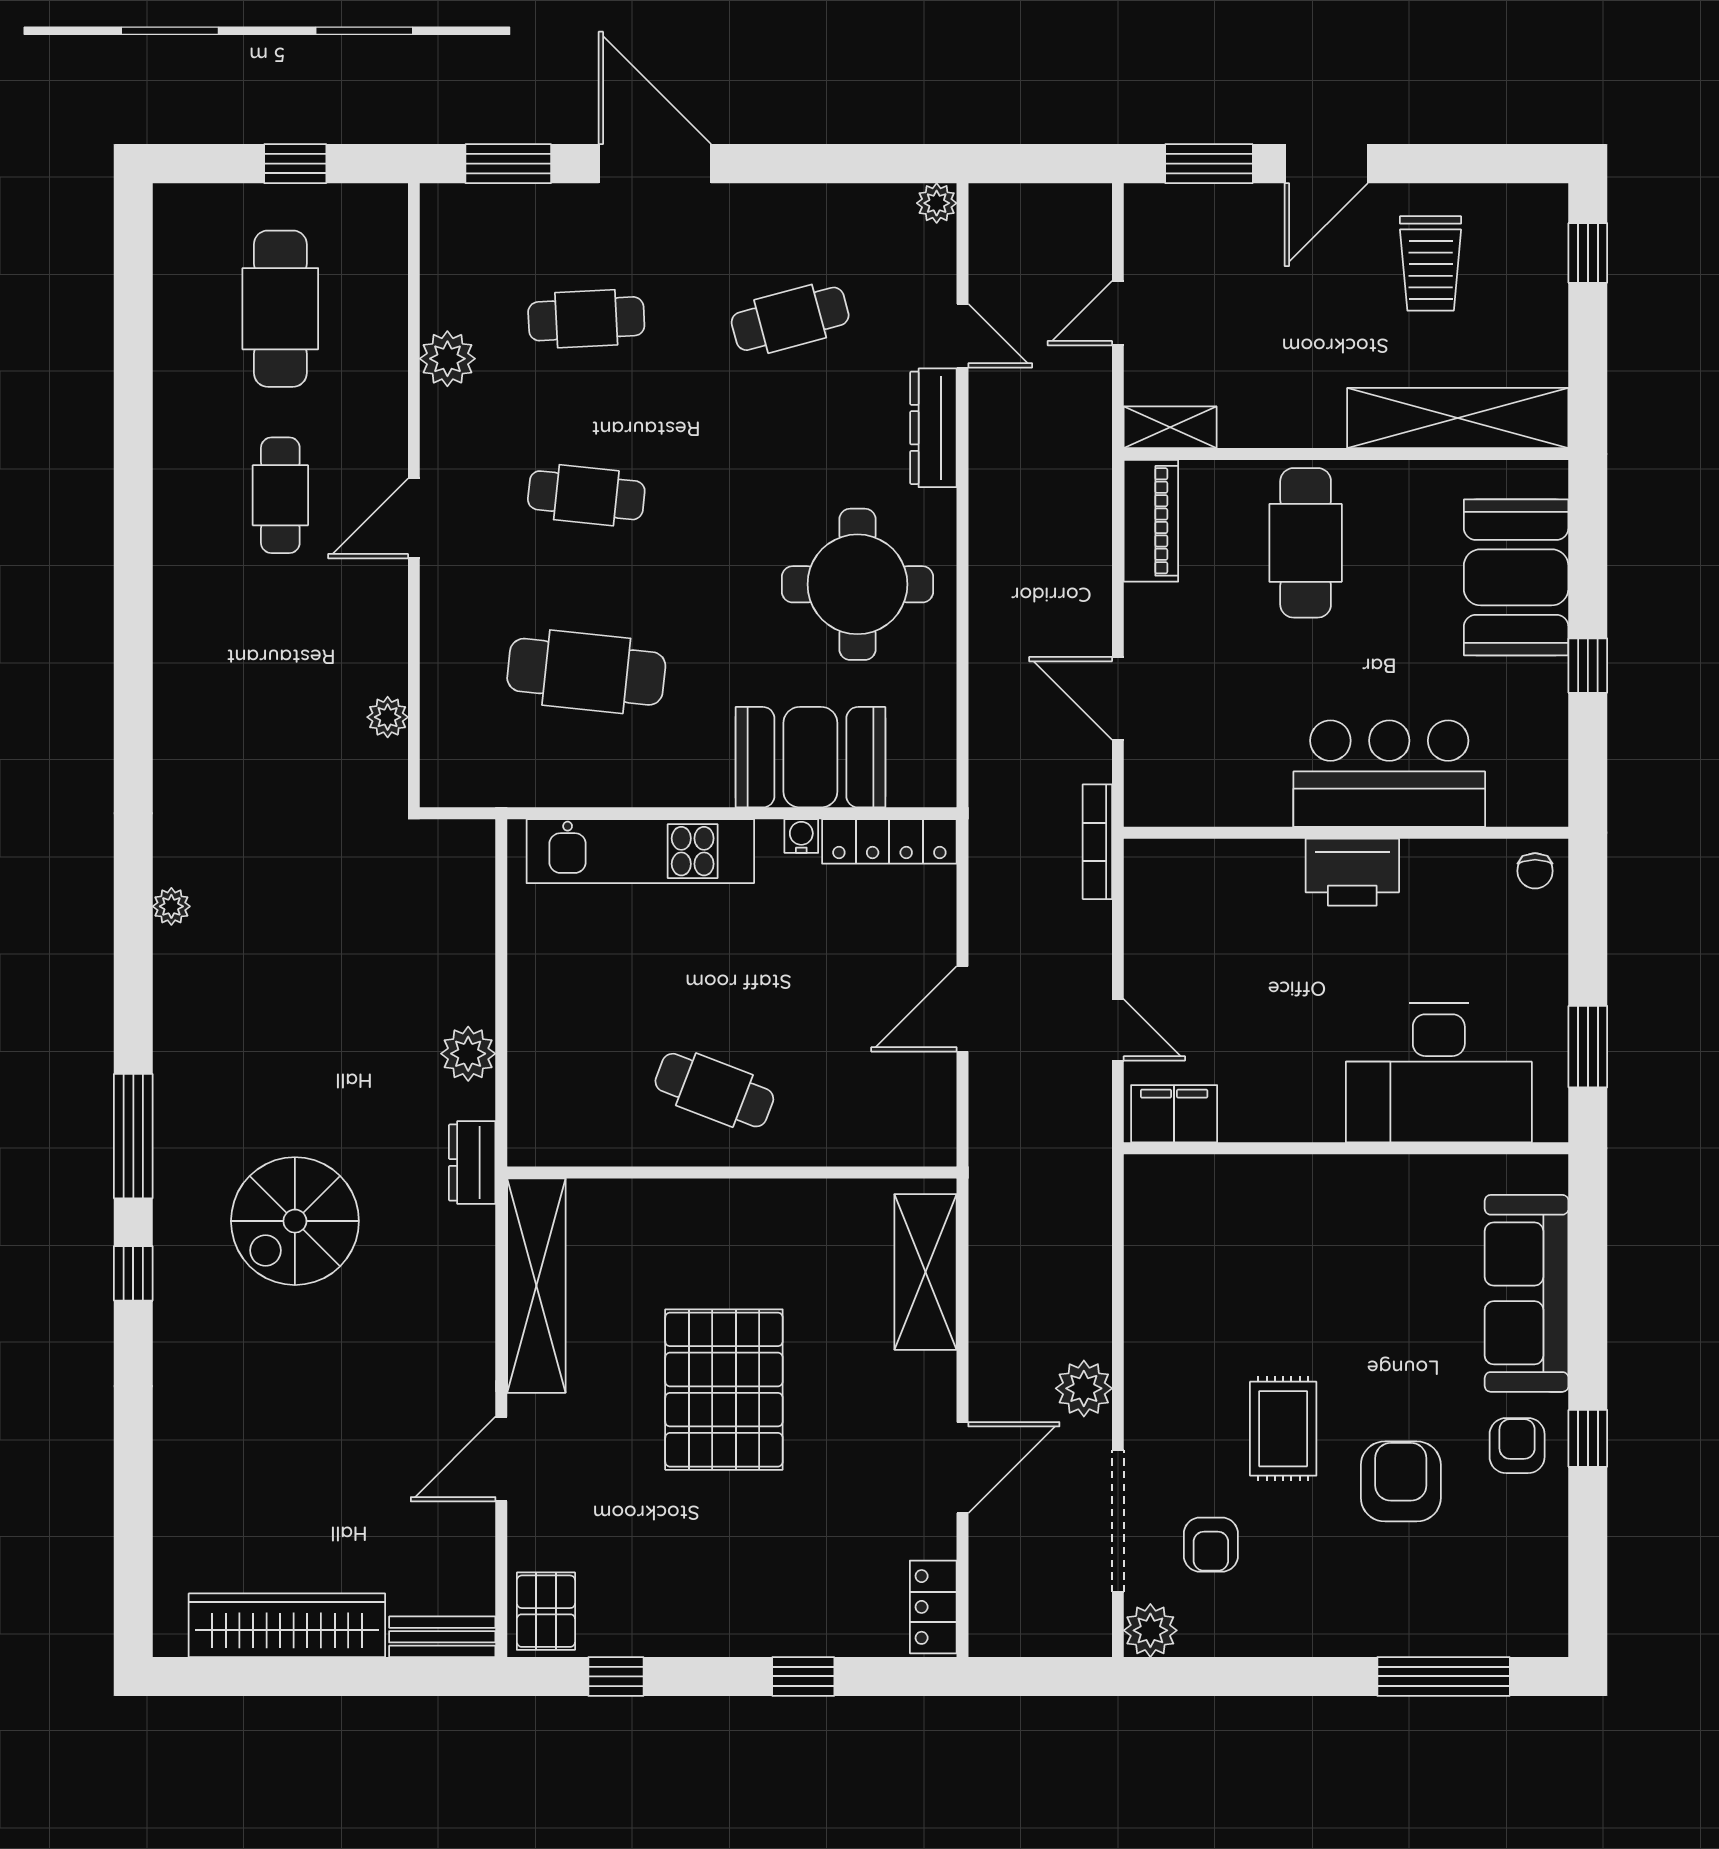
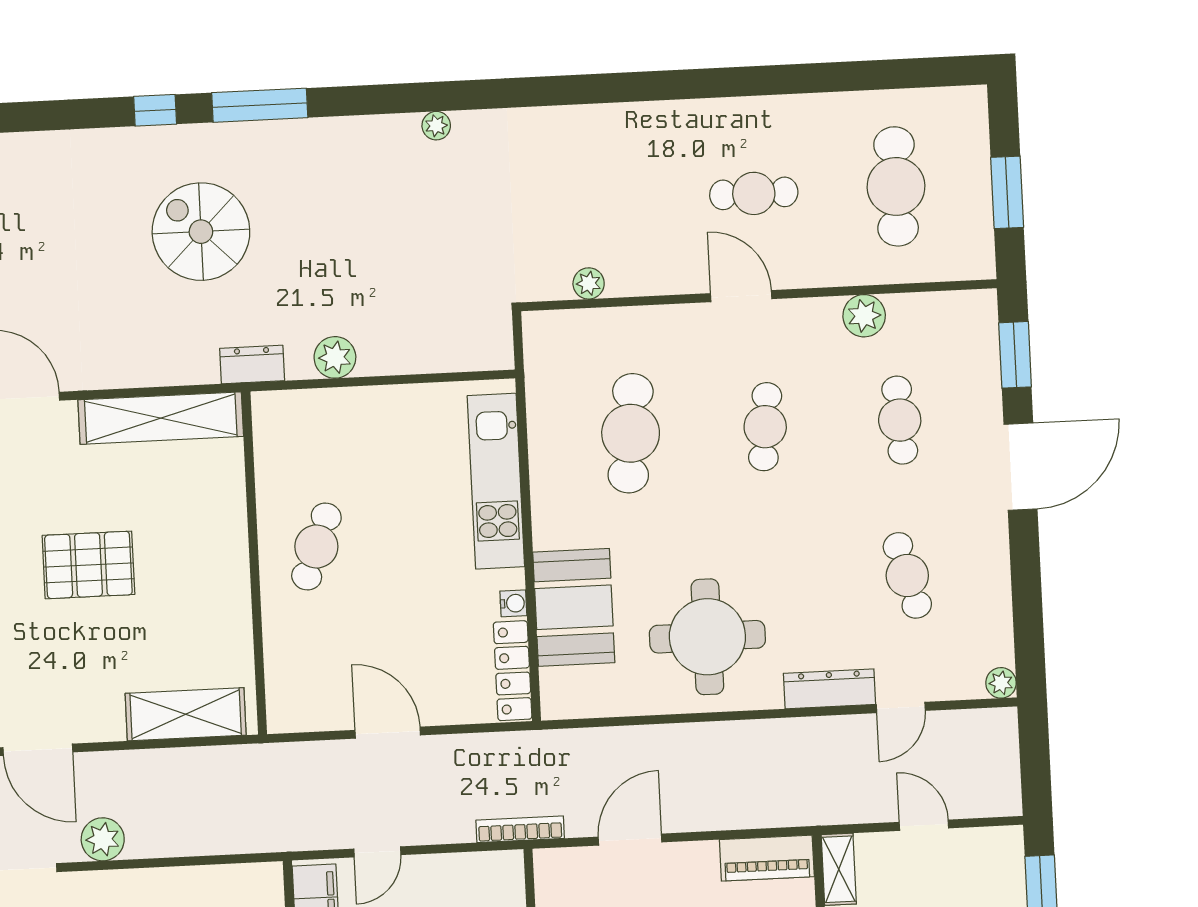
window: (295, 164) -> (1007, 192), width x1.50
cafe table: (280, 309) -> (896, 186), turned 90
pallet: (724, 1390) -> (88, 565), width x0.73, depth x0.71

